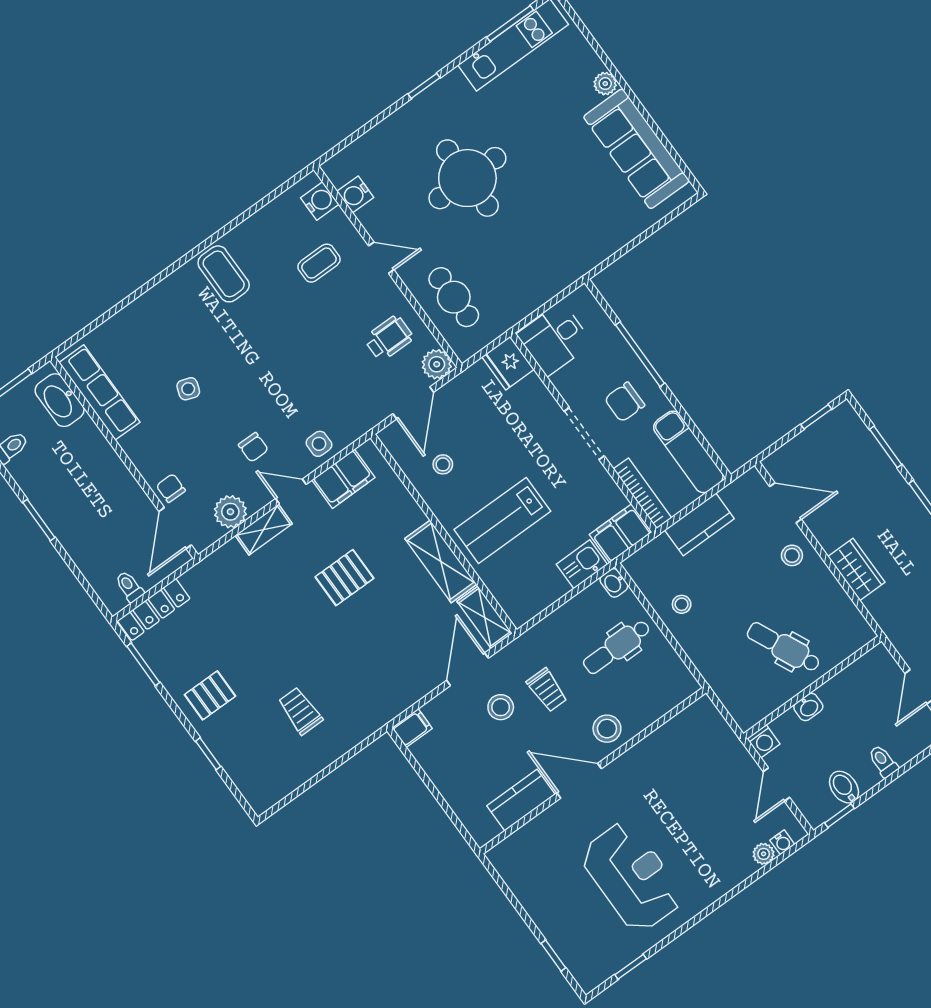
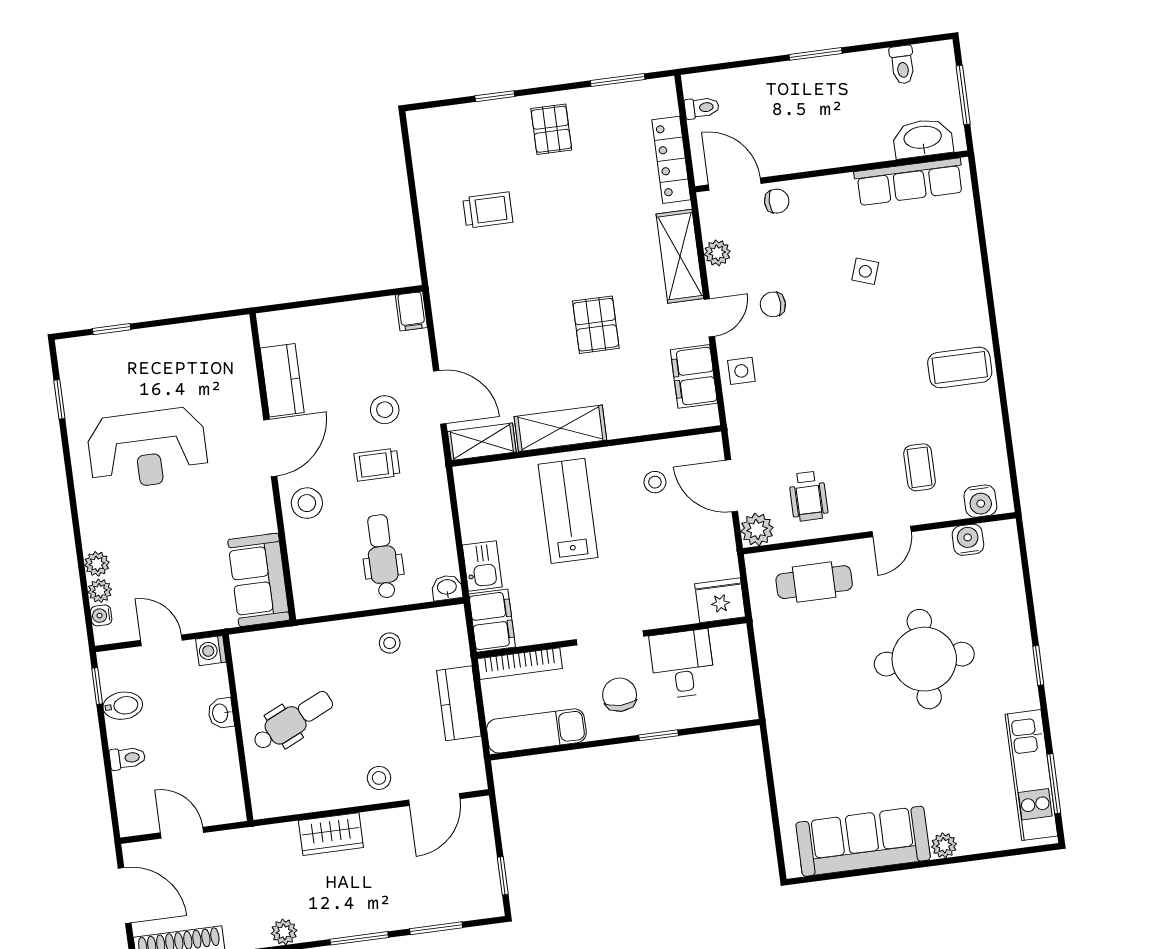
desk: (555, 339) -> (682, 664), moved
window: (640, 354) -> (659, 735), width x0.46
plant: (230, 512) -> (717, 253), width x0.73, depth x0.73
shelving: (264, 530) -> (680, 256), width x1.50, depth x1.33
locker: (154, 610) -> (671, 160), moved
sofa: (688, 734) -> (259, 580), added
plant: (744, 868) -> (97, 564), added

